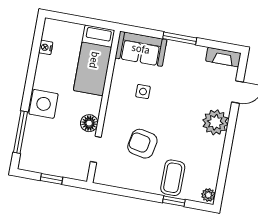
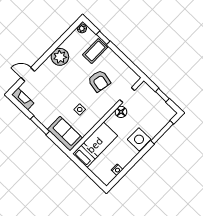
plant: (215, 122) -> (60, 57), moved

